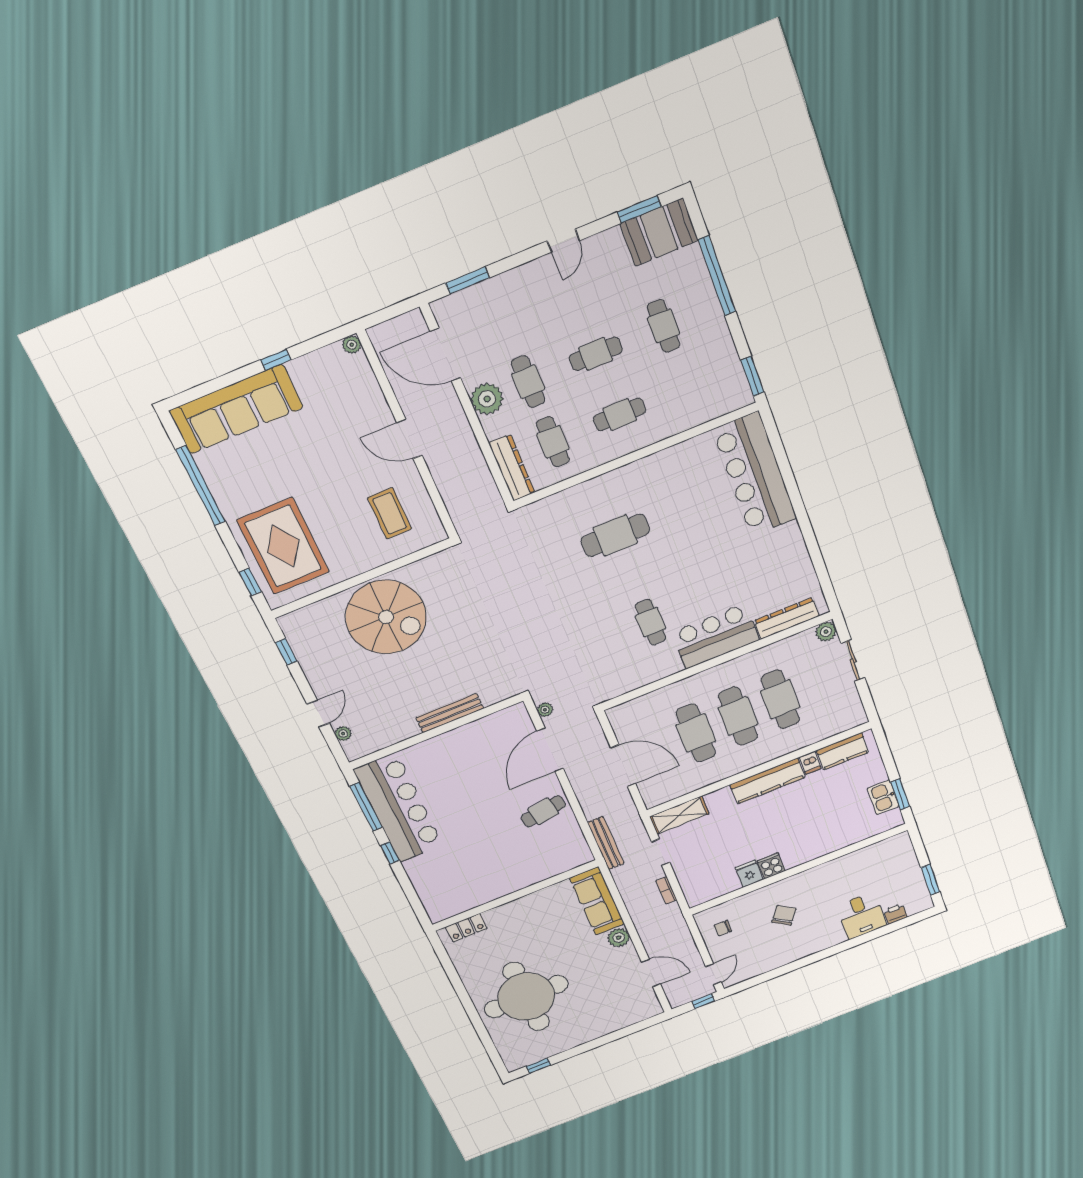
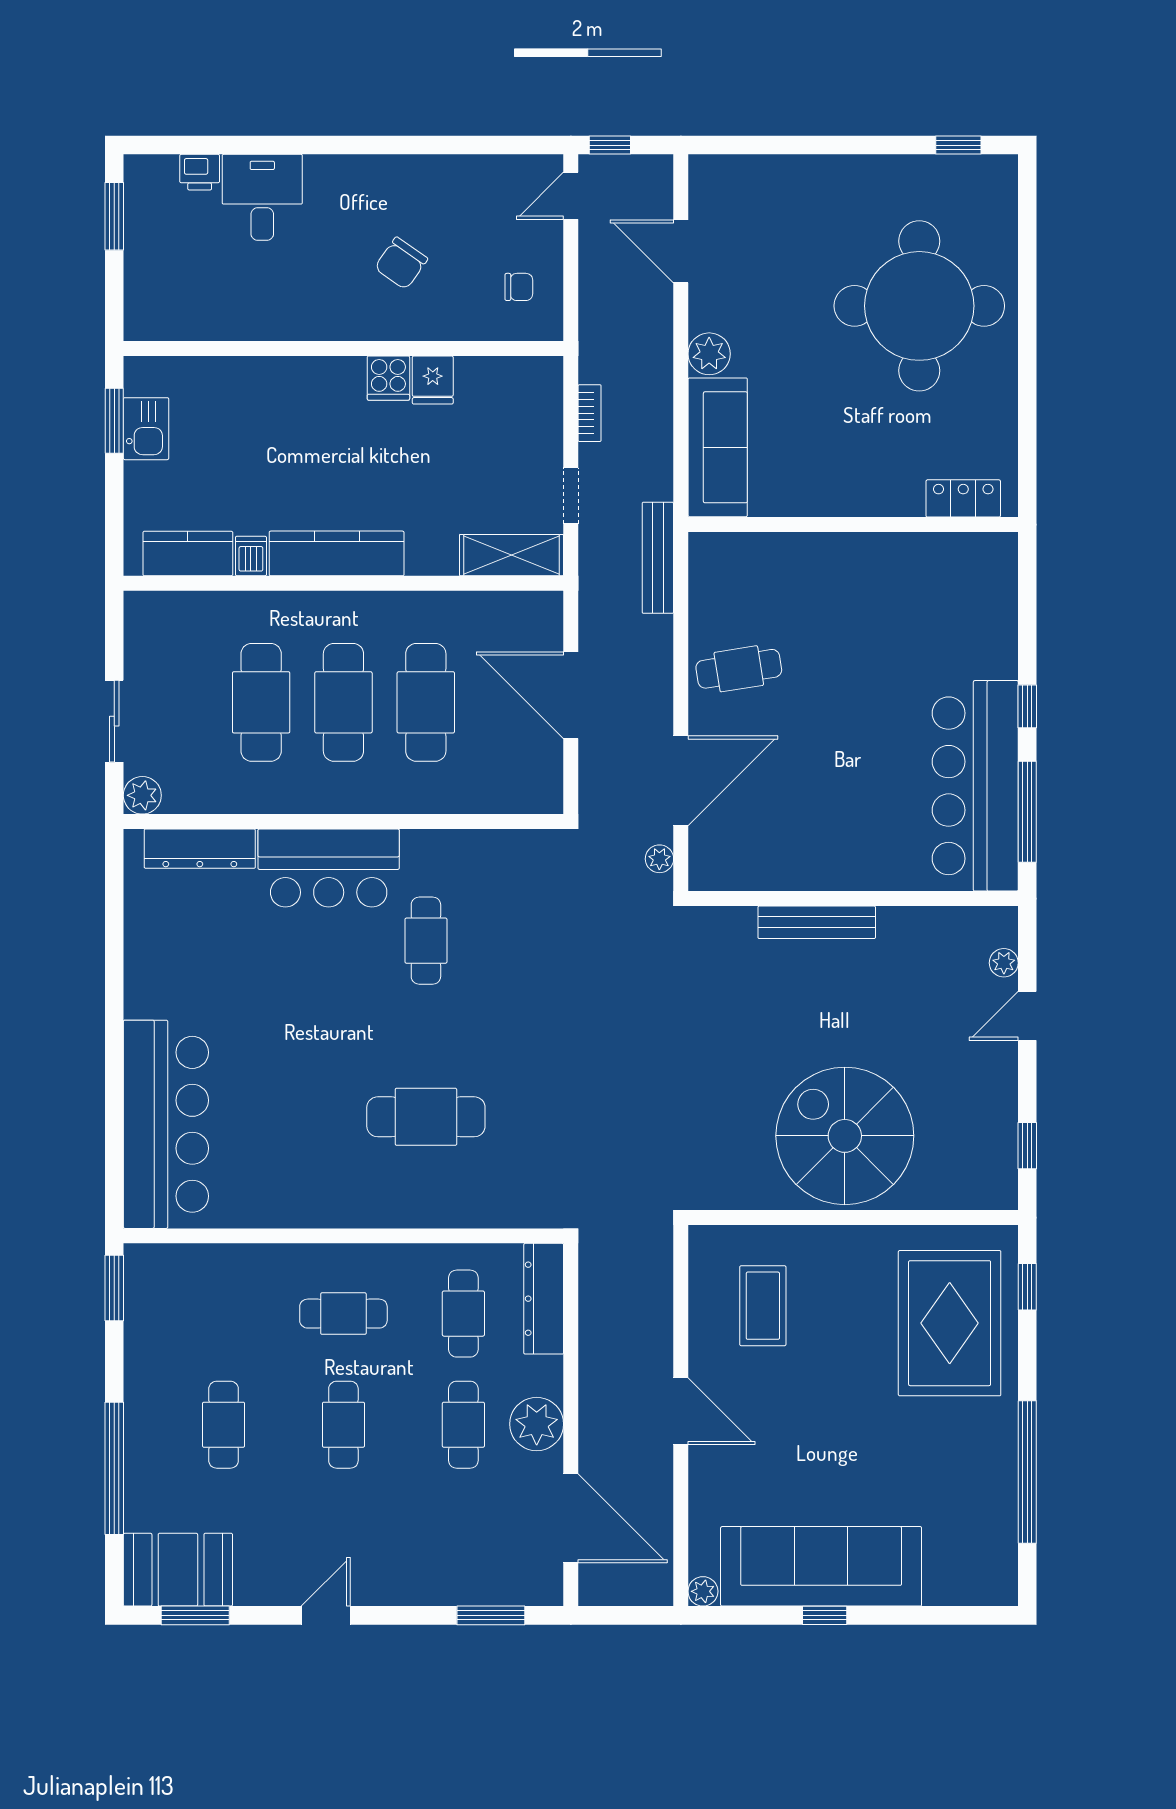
cafe table: (596, 354) -> (343, 1425), turned 90
sofa: (236, 409) -> (821, 1566), moved

